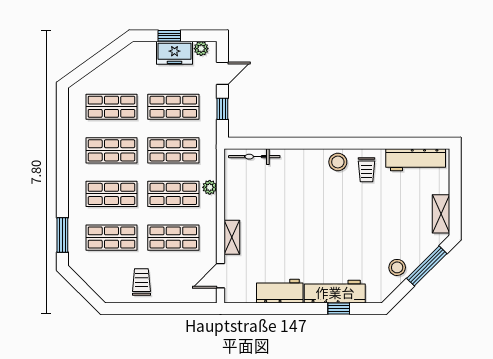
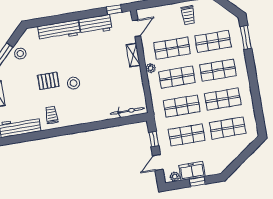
stool: (338, 162) -> (73, 83), moved
plant: (210, 187) -> (151, 68), moved
pallet: (363, 220) -> (48, 81), added
window: (339, 309) -> (114, 10), moved

